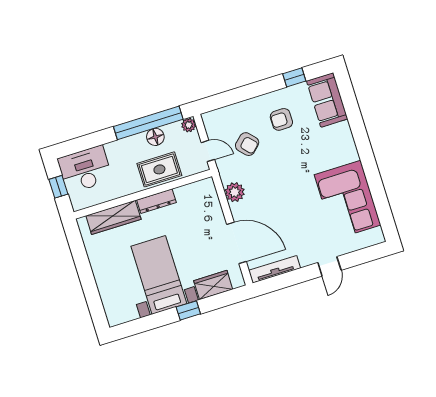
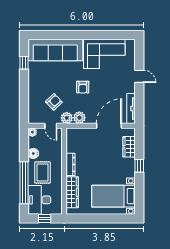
sofa: (327, 100) -> (55, 50), width x1.85, depth x1.27
armchair: (281, 119) -> (83, 87), moved
window: (148, 123) -> (24, 183), moved
door: (208, 151) -> (51, 126), swing flipped
rug: (159, 169) -> (42, 172), moved
plant: (228, 172) -> (67, 118), added
bed with nightstands: (159, 275) -> (114, 196), moved

